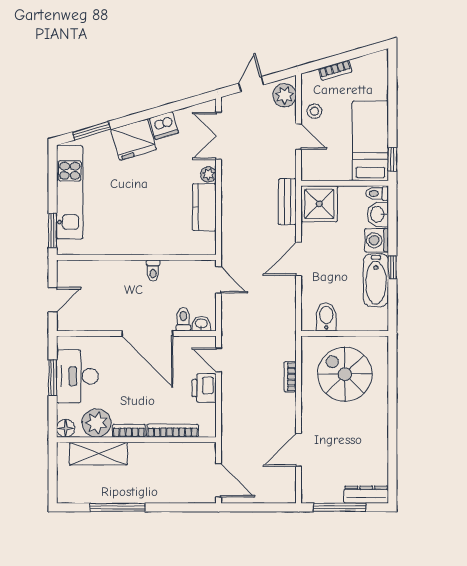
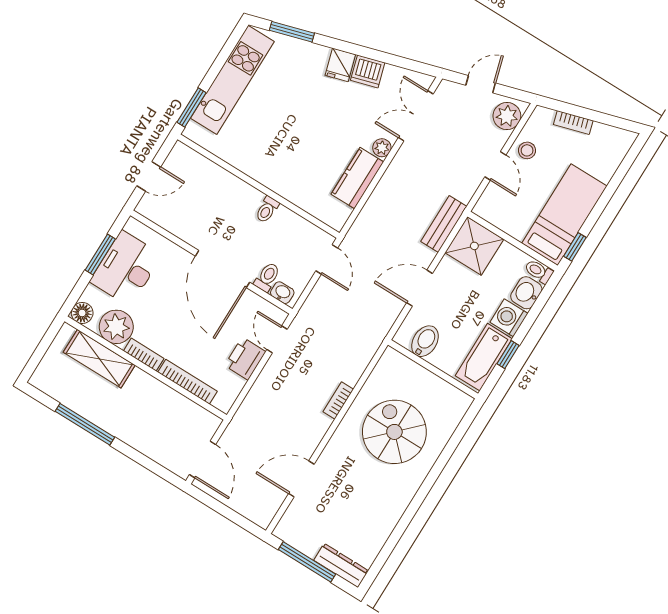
fridge: (134, 139) -> (340, 65), width x0.53, depth x0.75
bidet: (326, 317) -> (425, 341), moved
wall: (345, 334) -> (433, 369), moved

